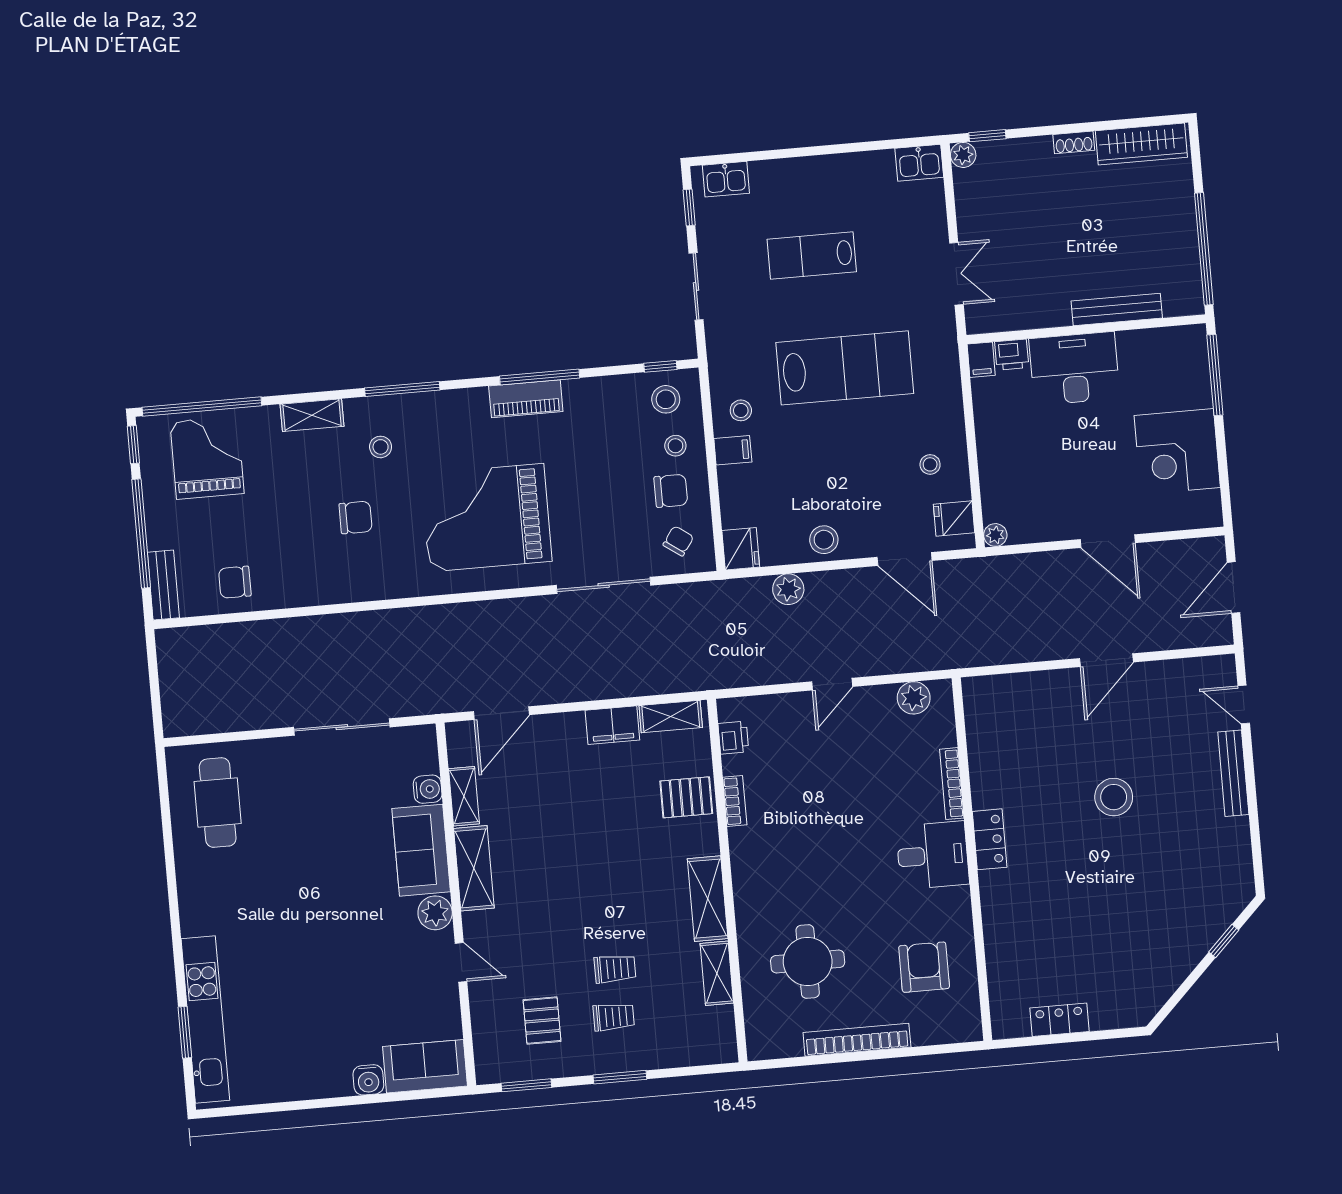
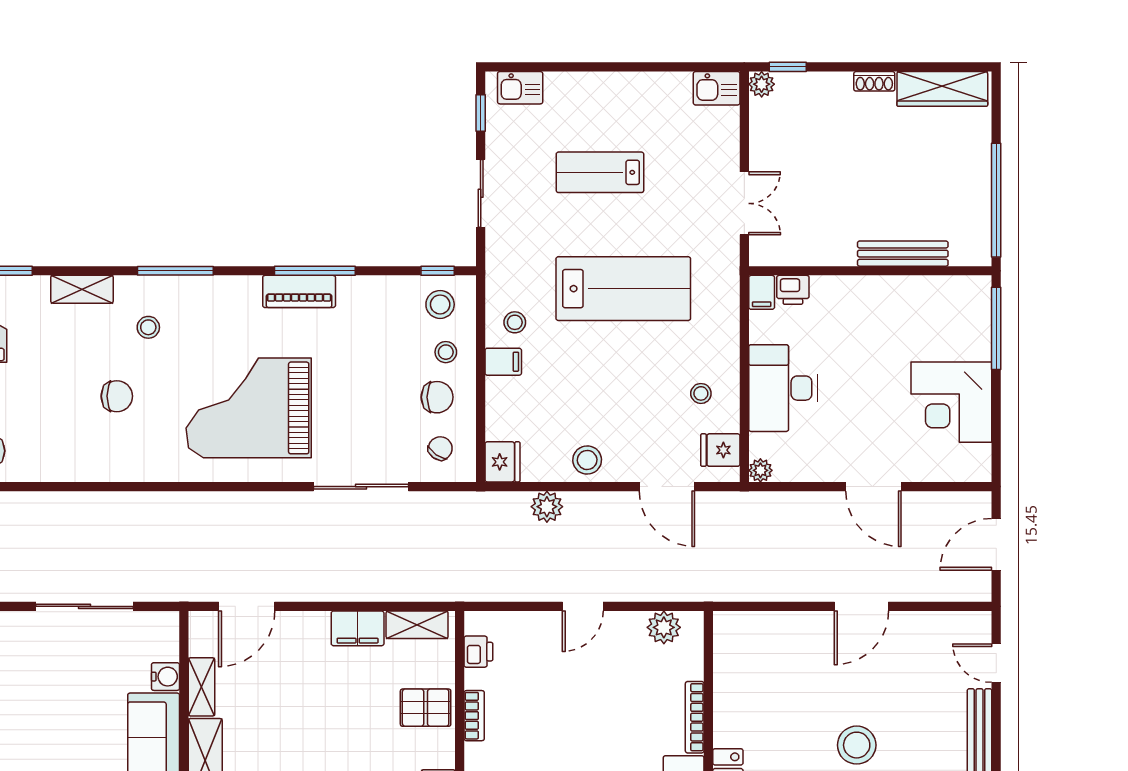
desk: (1074, 368) -> (783, 388), moved, turned -90

